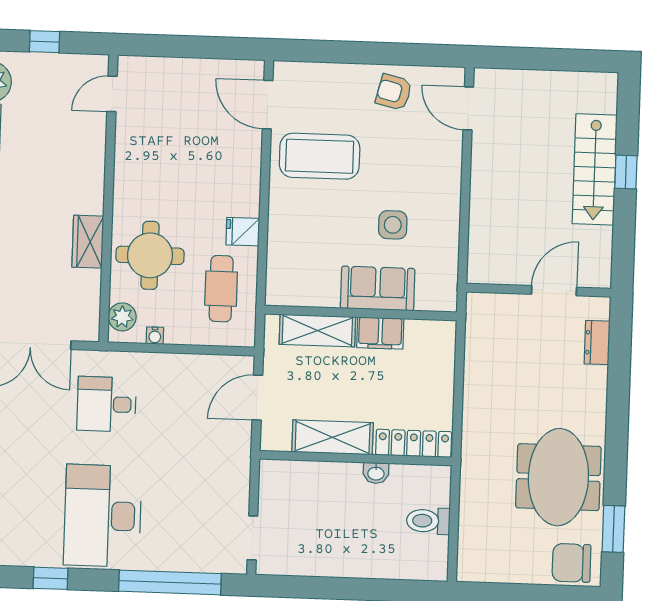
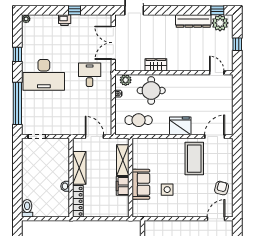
fridge: (243, 232) -> (180, 126), moved, width x1.88, depth x1.34
desk: (103, 516) -> (44, 75), turned 180
toilet: (428, 521) -> (27, 208), moved

